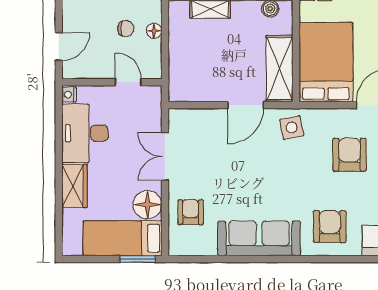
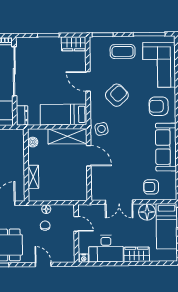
door: (59, 46) -> (43, 264), moved
bed: (326, 62) -> (63, 115), width x0.67
door: (128, 82) -> (76, 224), swing flipped
armchair: (349, 155) -> (117, 95), turned 137

